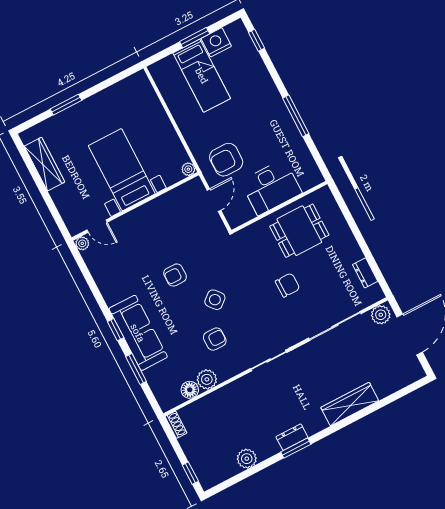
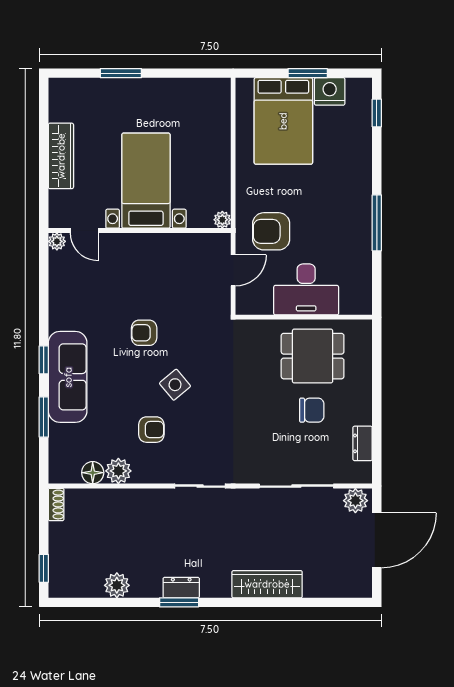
bed: (202, 76) -> (283, 121), width x1.50
wardrobe: (44, 164) -> (61, 156), moved
chair: (288, 285) -> (312, 410), moved

